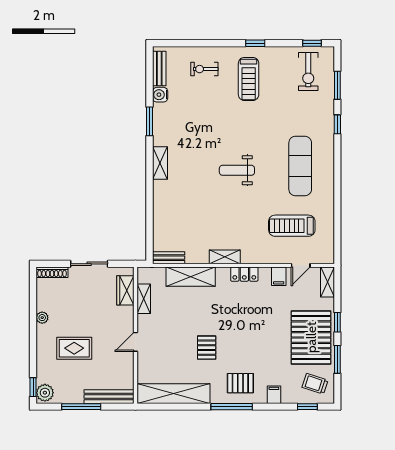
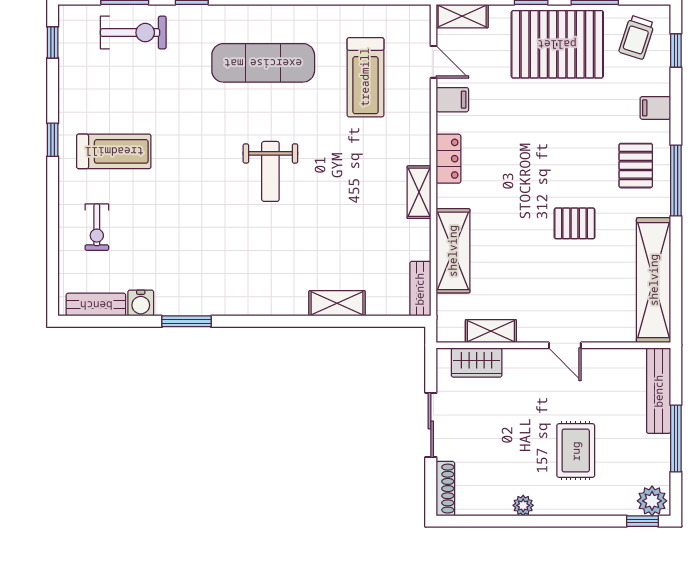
exercise bike: (308, 71) -> (133, 33), moved
shelving: (160, 163) -> (337, 303), moved

